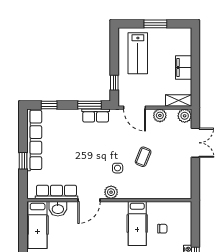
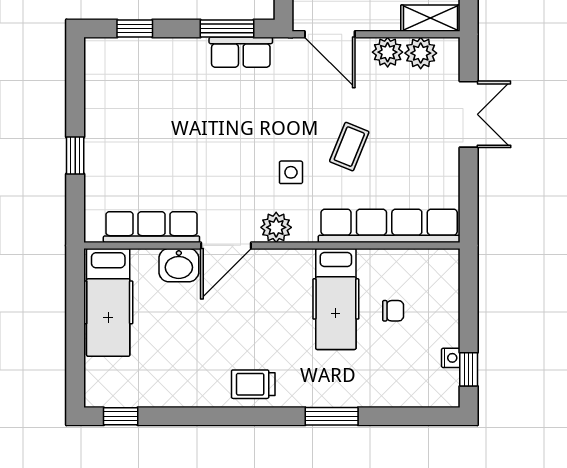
plant: (185, 116) -> (421, 53), moved
row of seats: (34, 140) -> (389, 226), moved, turned -90
washbasin: (58, 209) -> (179, 265), moved

